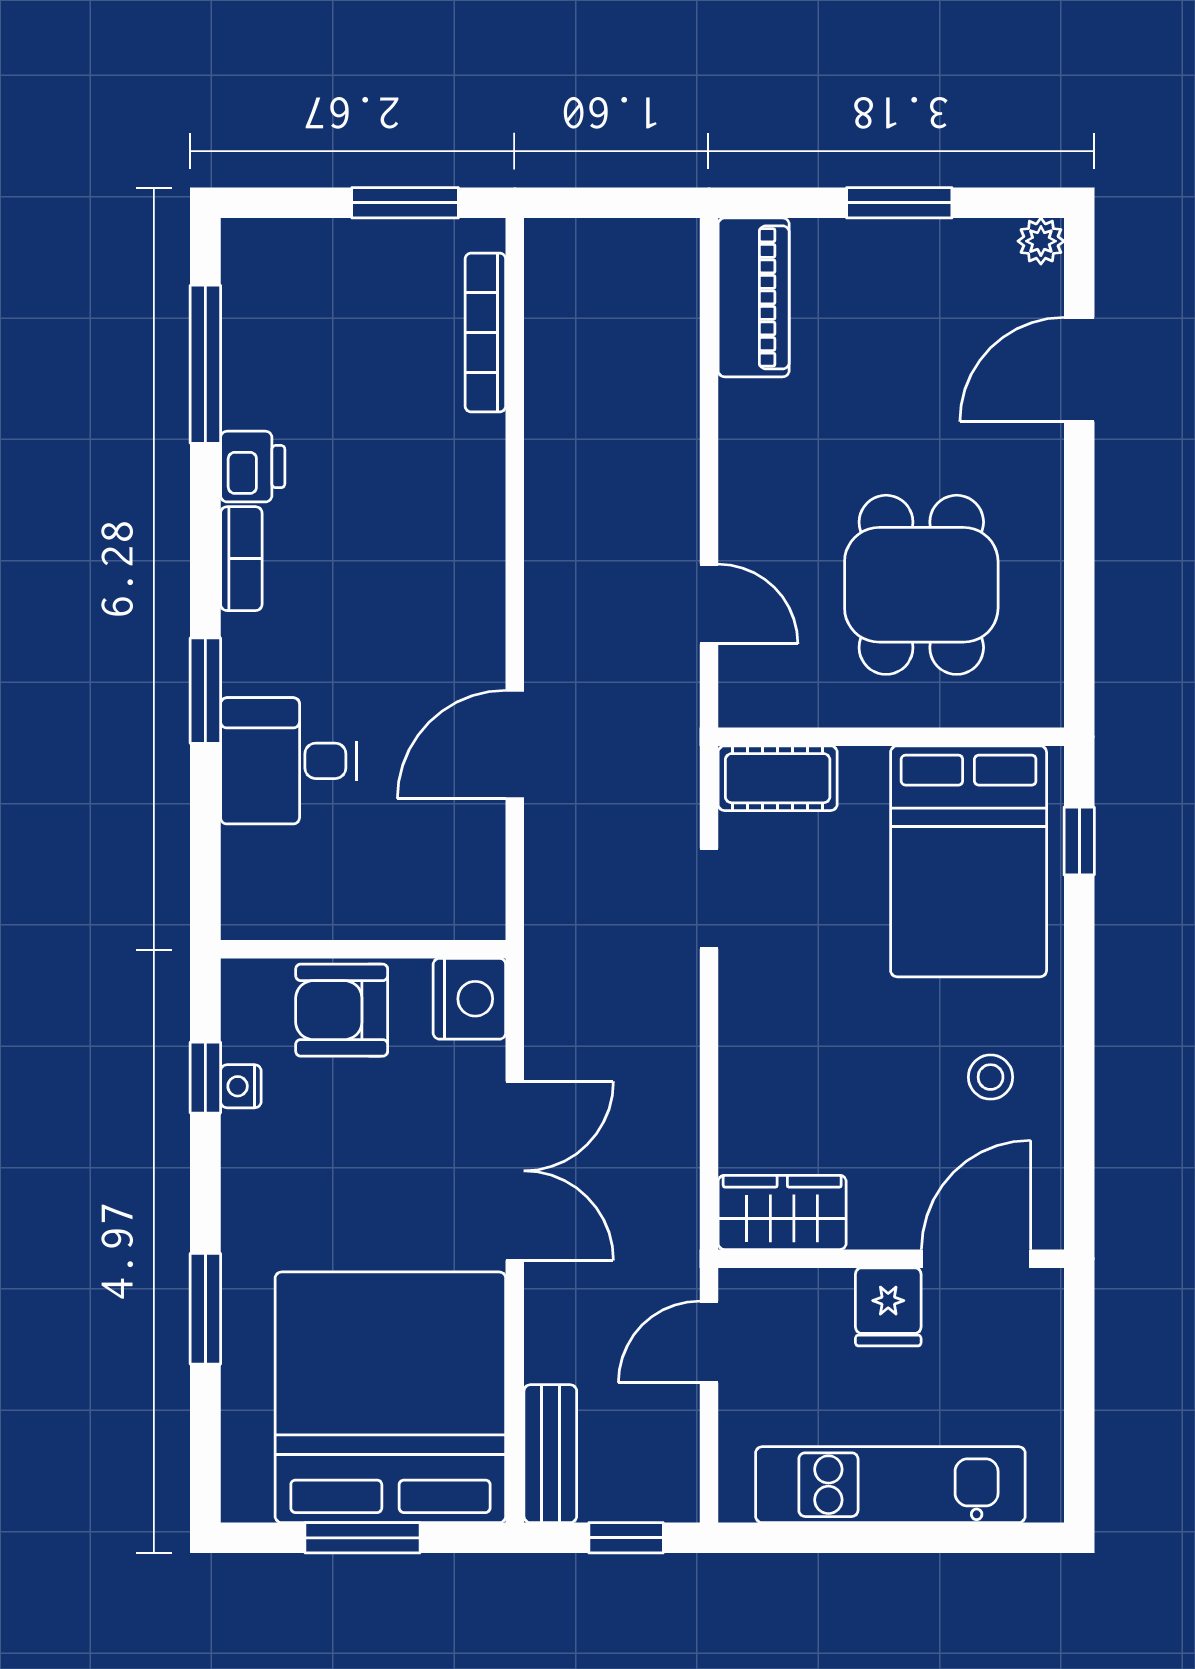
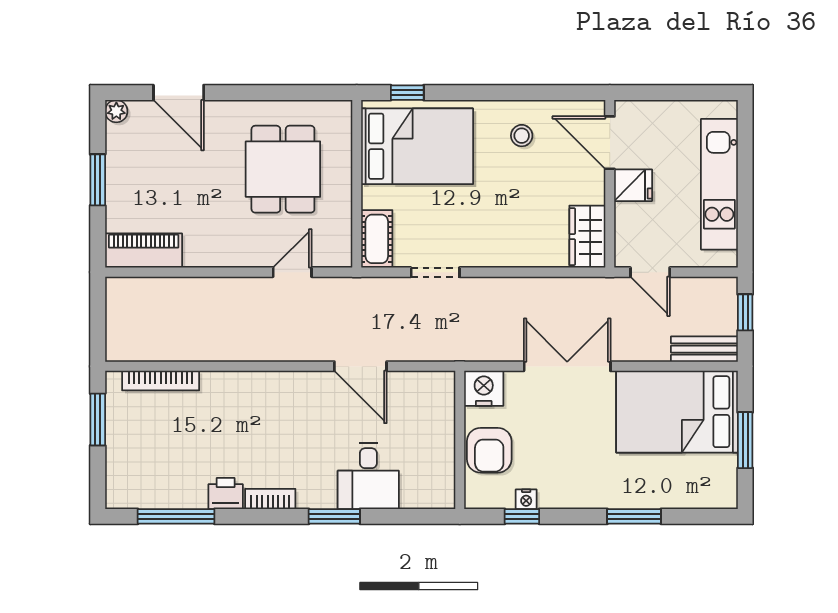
dining table: (921, 585) -> (283, 169), turned 90
bed: (390, 1397) -> (677, 412), width x0.73

